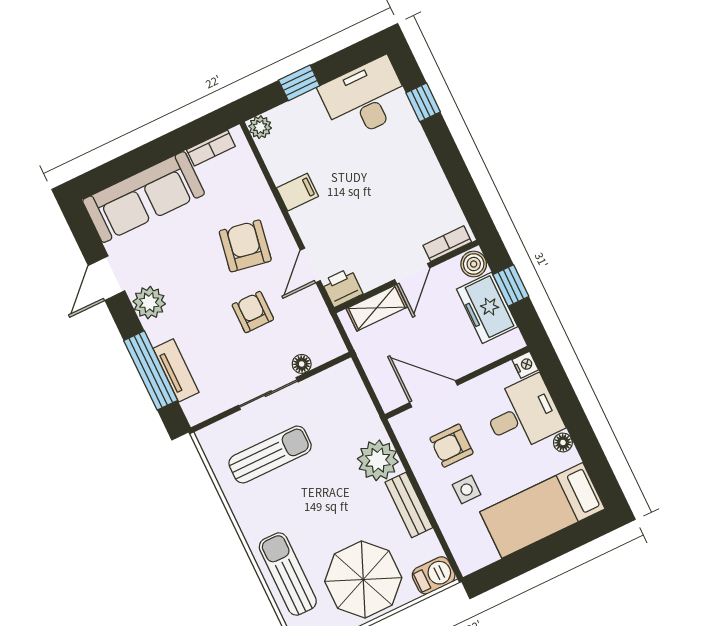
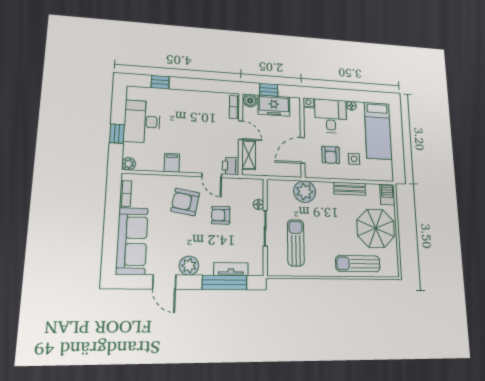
desk: (365, 98) -> (142, 121), moved
plant: (378, 460) -> (305, 192), moved

